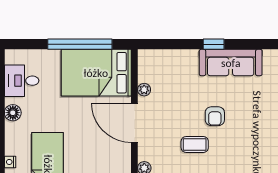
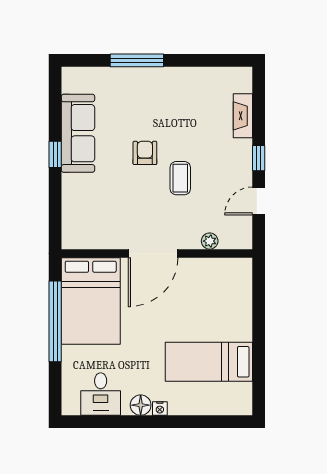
plant: (144, 90) -> (112, 241), removed
armchair: (215, 116) -> (145, 153), turned -90
nightstand: (10, 162) -> (160, 408), moved

